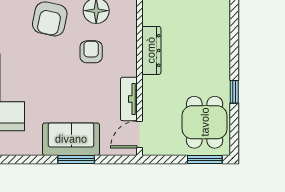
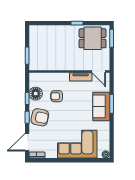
dresser: (151, 50) -> (56, 65), removed

